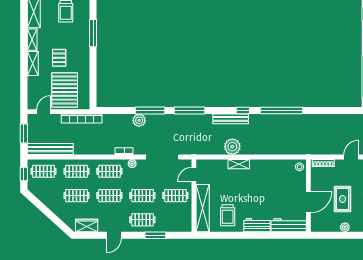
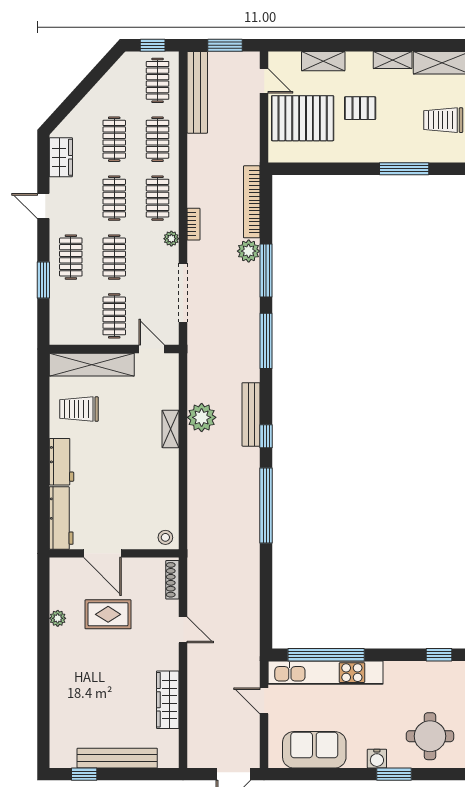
shelving: (33, 63) -> (323, 61), moved
bookcase: (82, 118) -> (252, 202), moved

